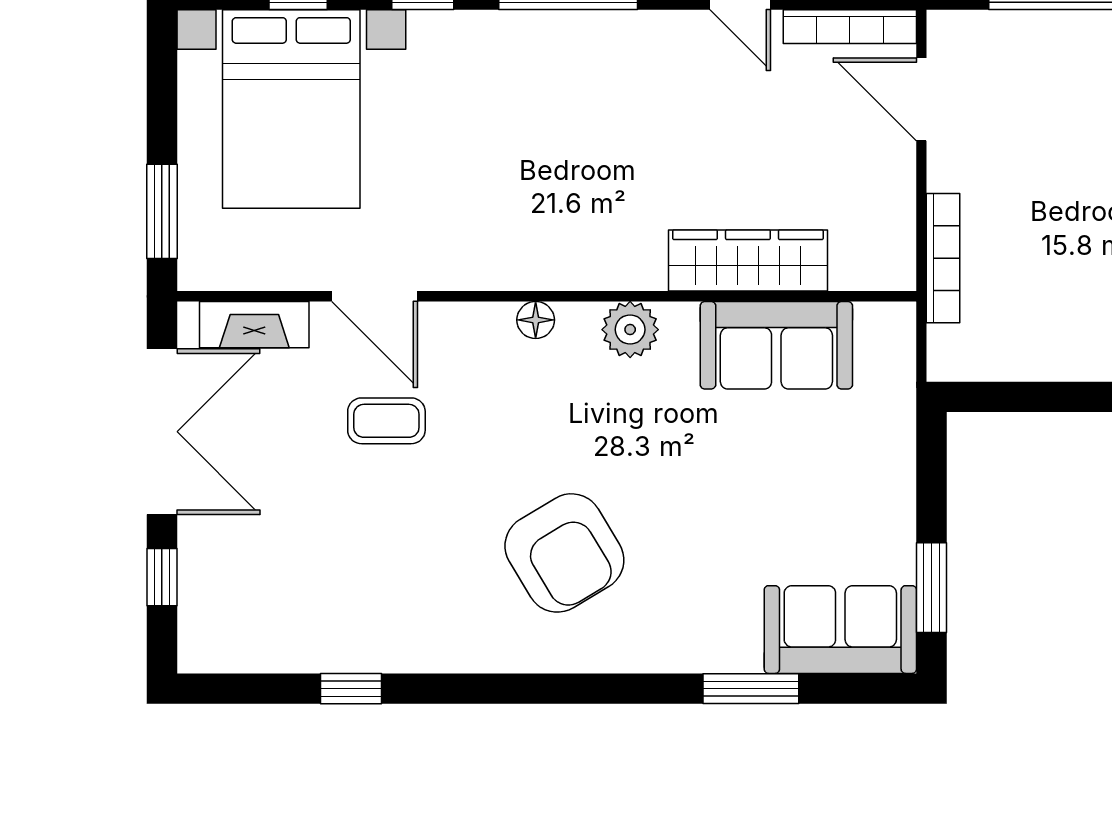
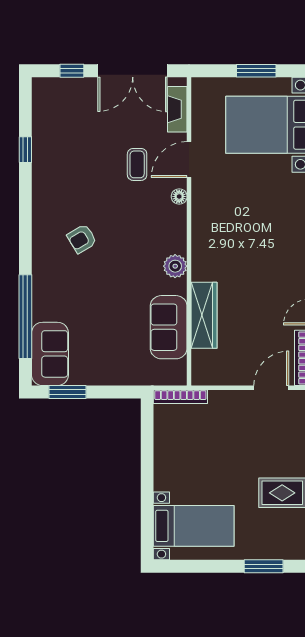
window: (162, 211) -> (256, 71), moved
bookcase: (943, 258) -> (180, 397), moved
floor lamp: (536, 320) -> (179, 196), moved
armchair: (564, 553) -> (82, 239), width x0.53, depth x0.53
window: (751, 689) -> (25, 317), width x2.11

